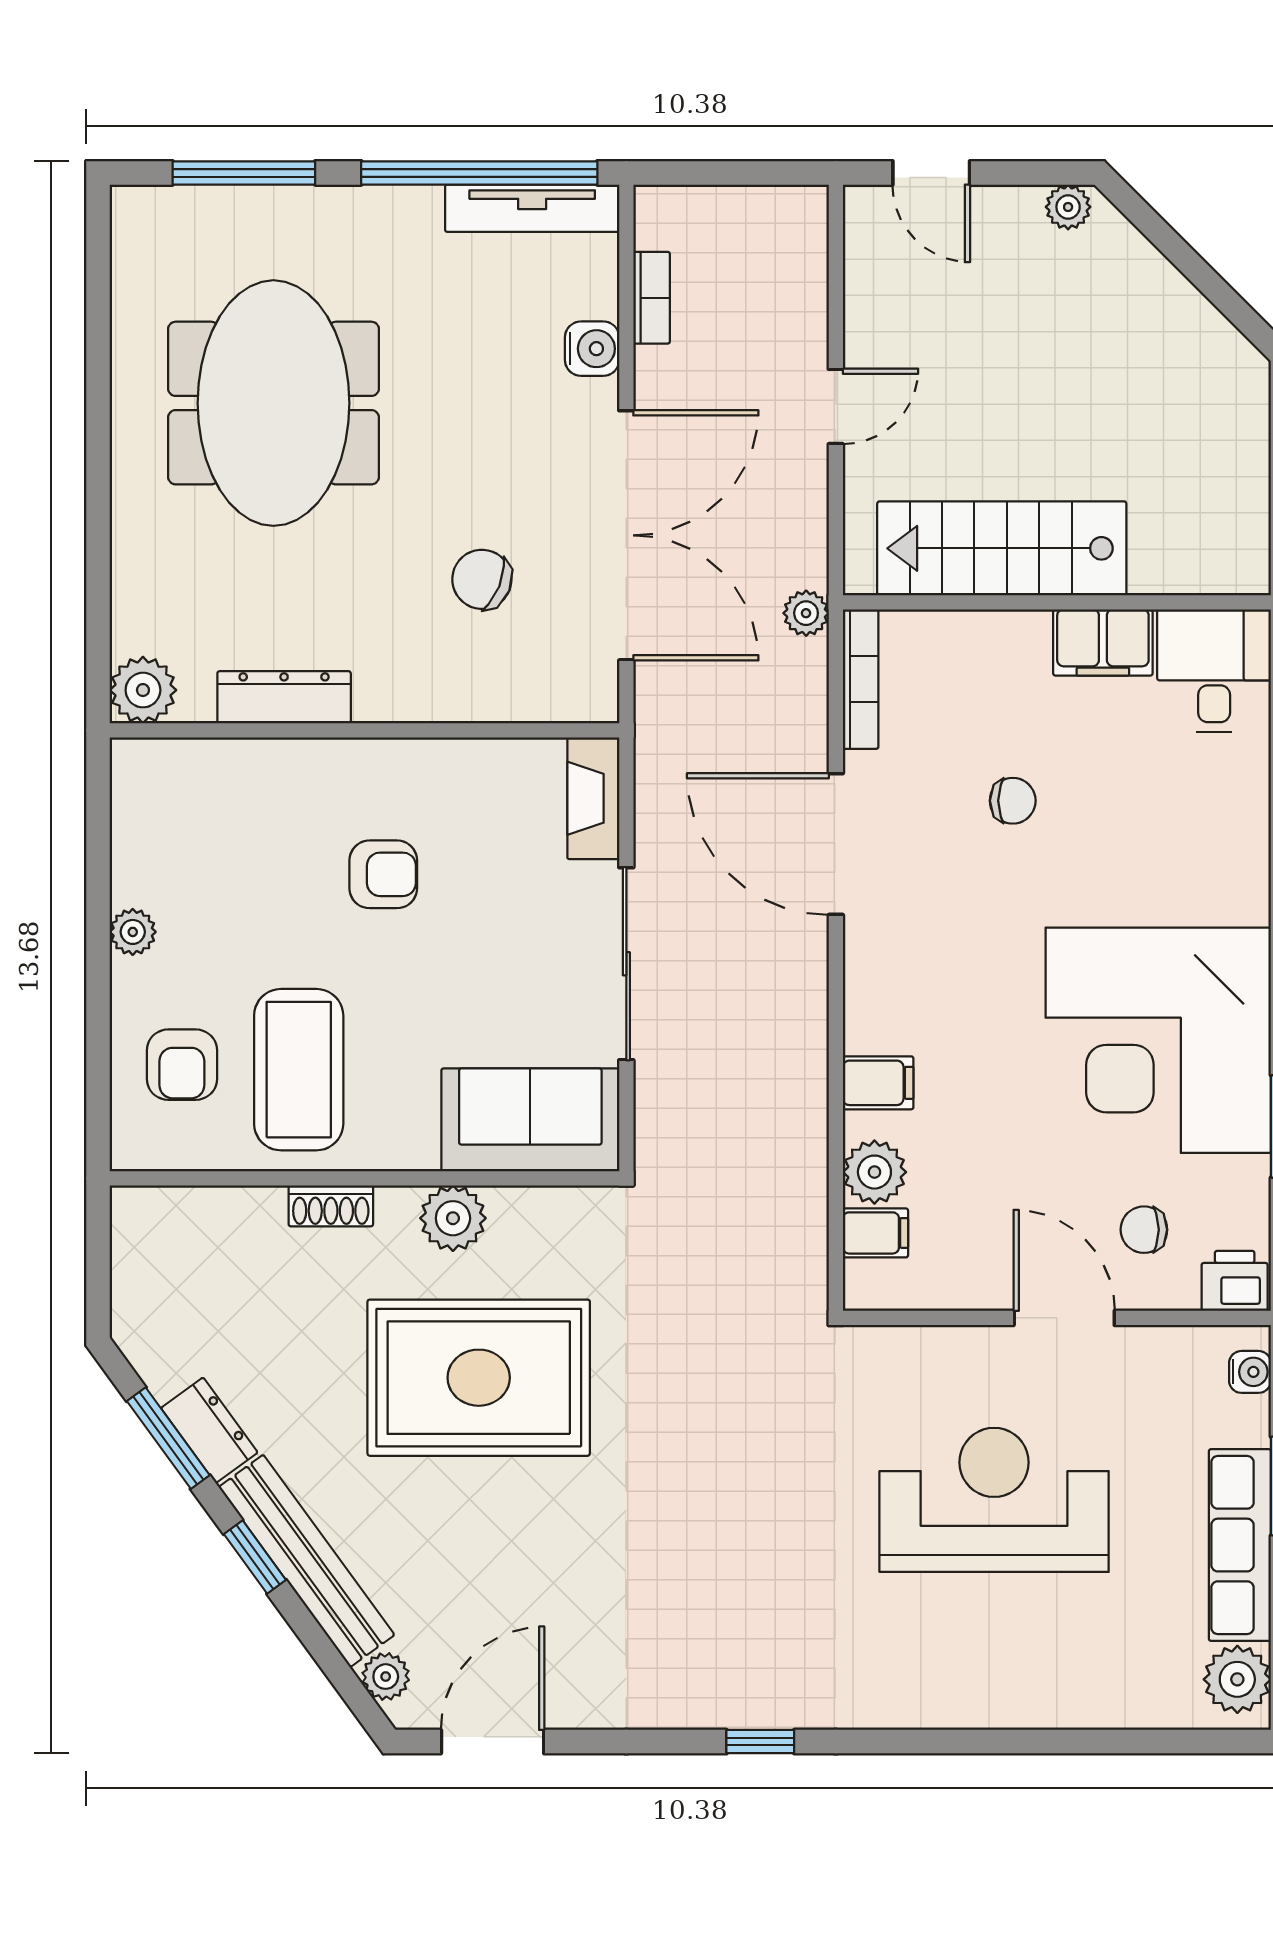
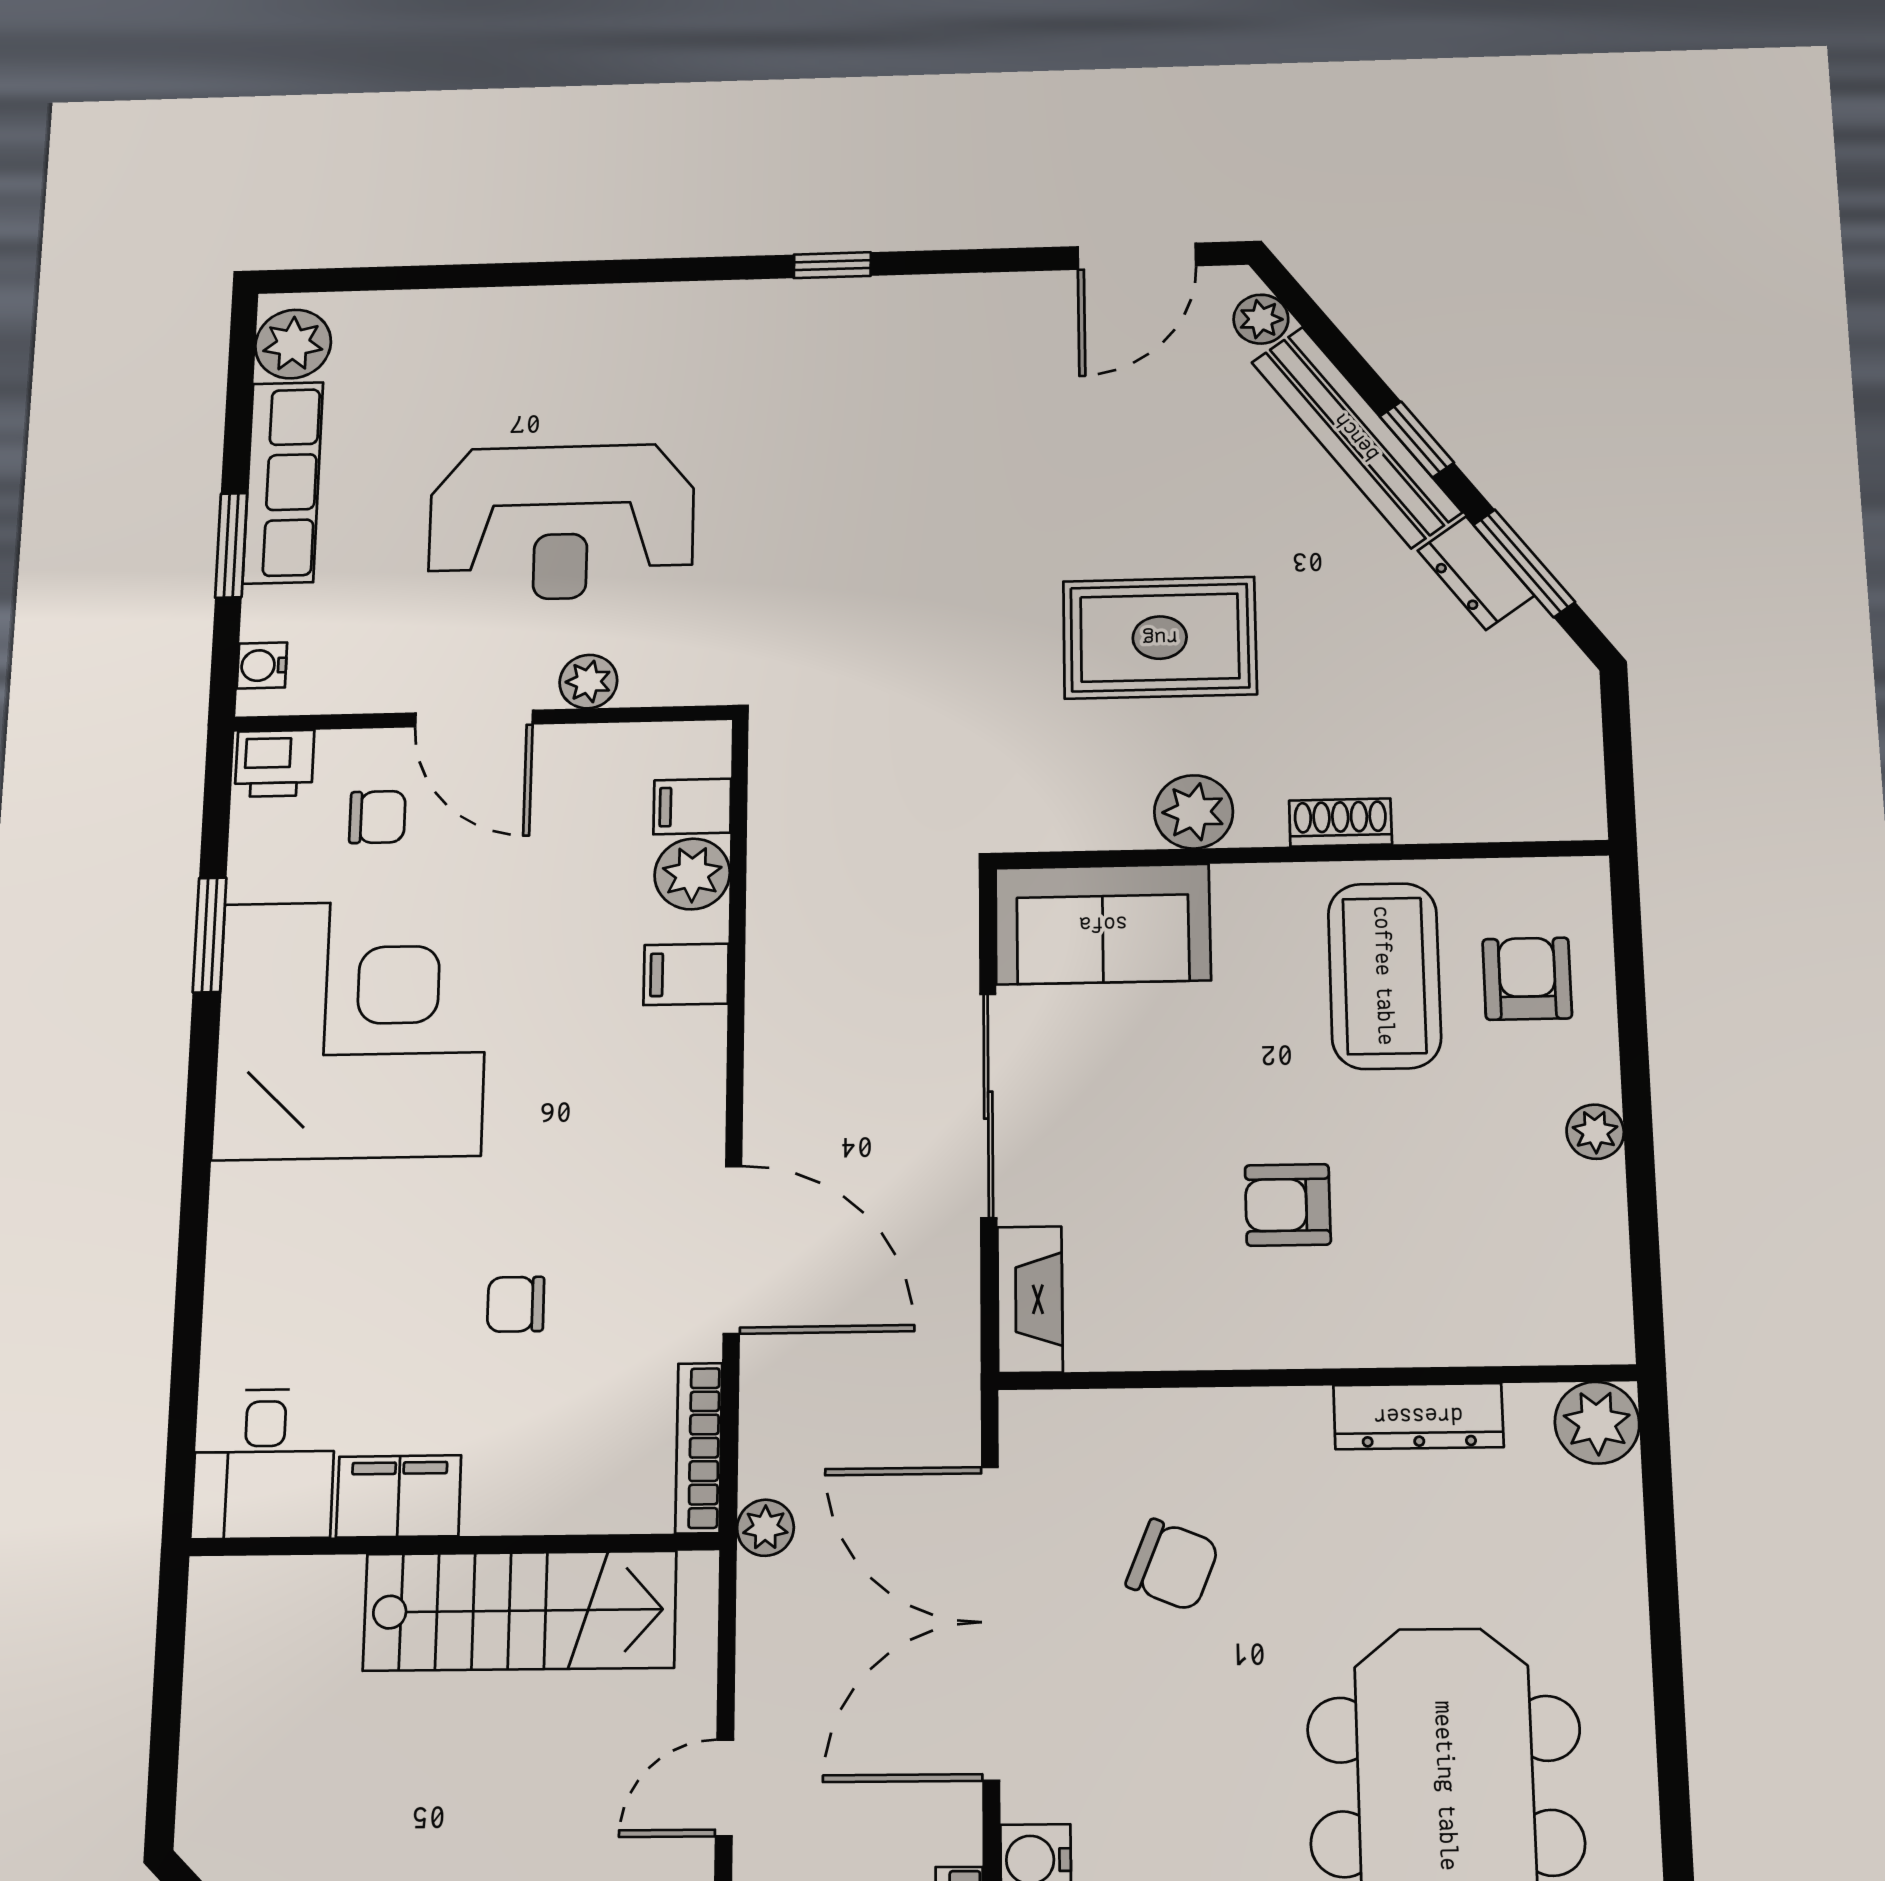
plant: (967, 1350) -> (588, 682), added
rug: (479, 1378) -> (1160, 638), width x0.73, depth x0.69

